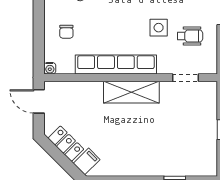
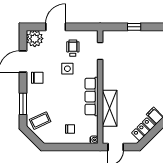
row of seats: (116, 65) -> (92, 97), width x0.73
shelving: (131, 92) -> (110, 108), moved

